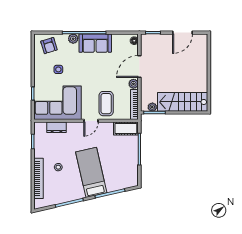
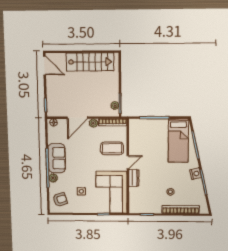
door: (183, 33) -> (45, 66), moved
door: (139, 67) -> (77, 118), hinge flipped
stairs: (183, 102) -> (90, 62), moved, turned -90
door: (91, 121) -> (128, 162), hinge flipped
dresser: (57, 127) -> (134, 178), moved
cot: (126, 129) -> (135, 130), removed
bed: (91, 172) -> (178, 141), moved, turned -77
nightstand: (78, 194) -> (196, 174), added

